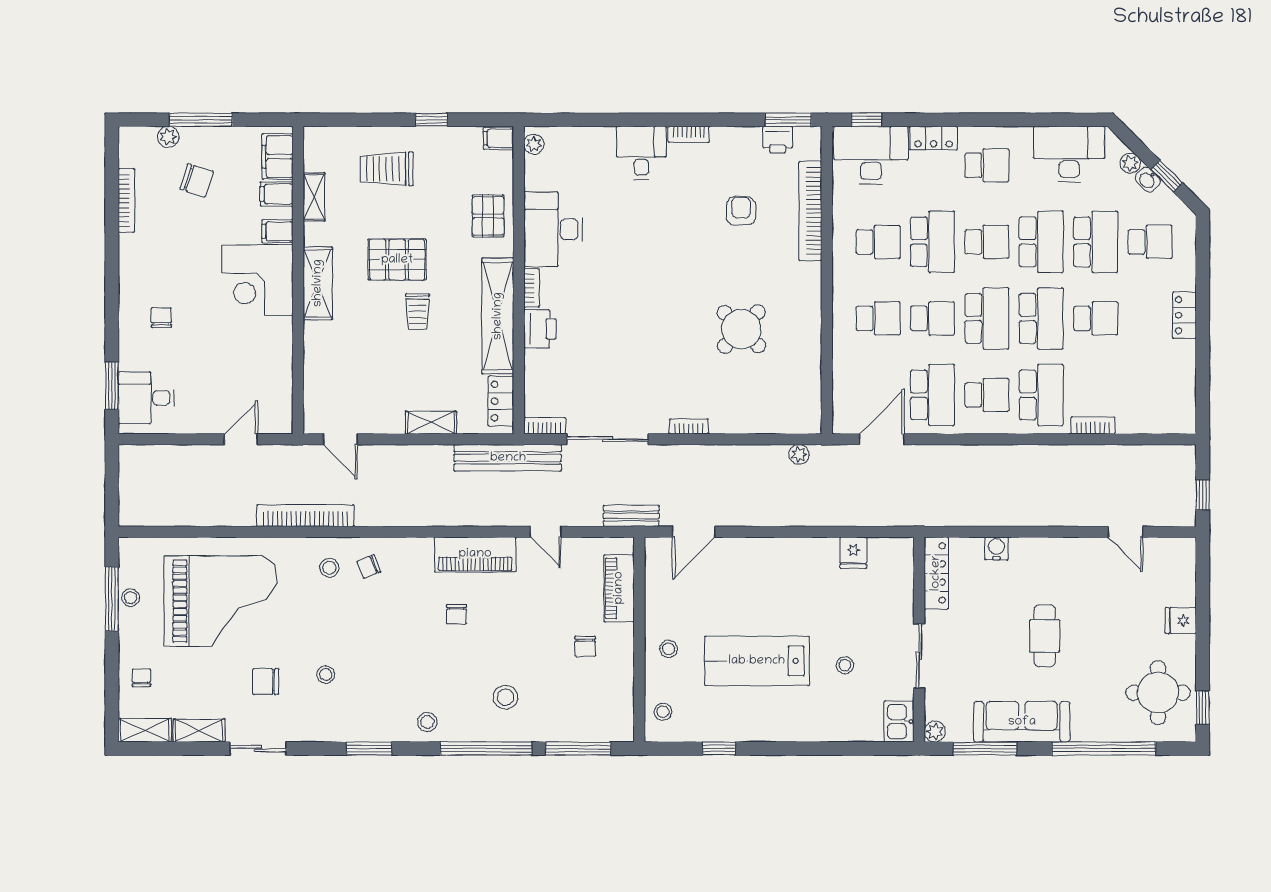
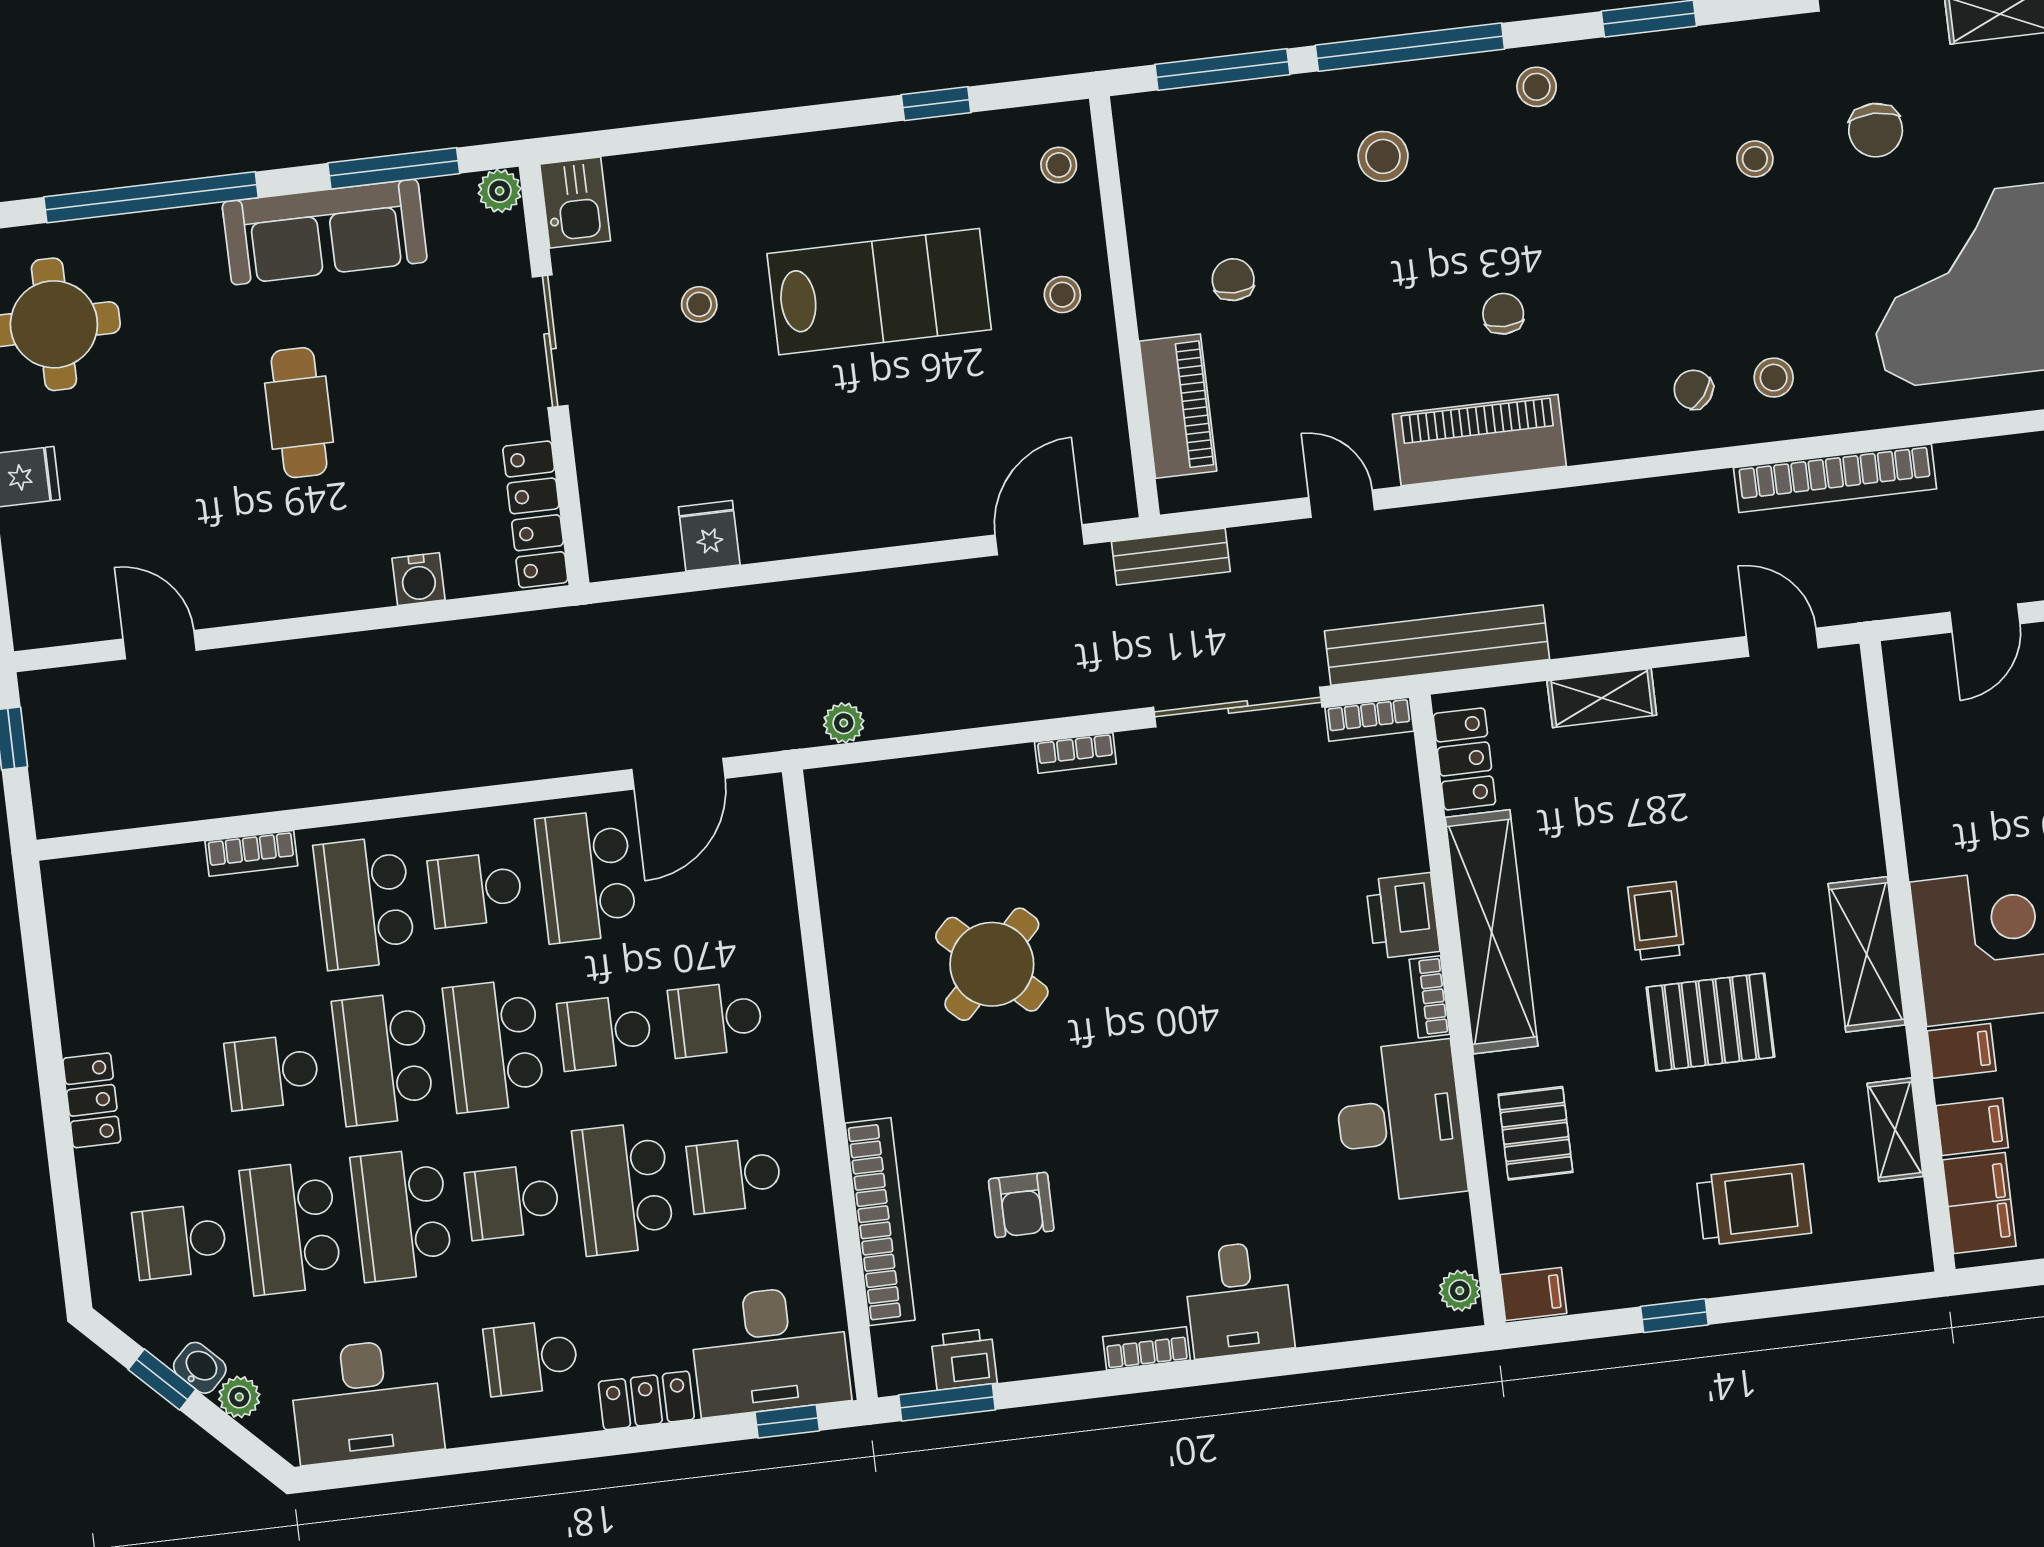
chair: (369, 567) -> (1693, 390), turned -120
chair: (266, 682) -> (1876, 130), turned 90

